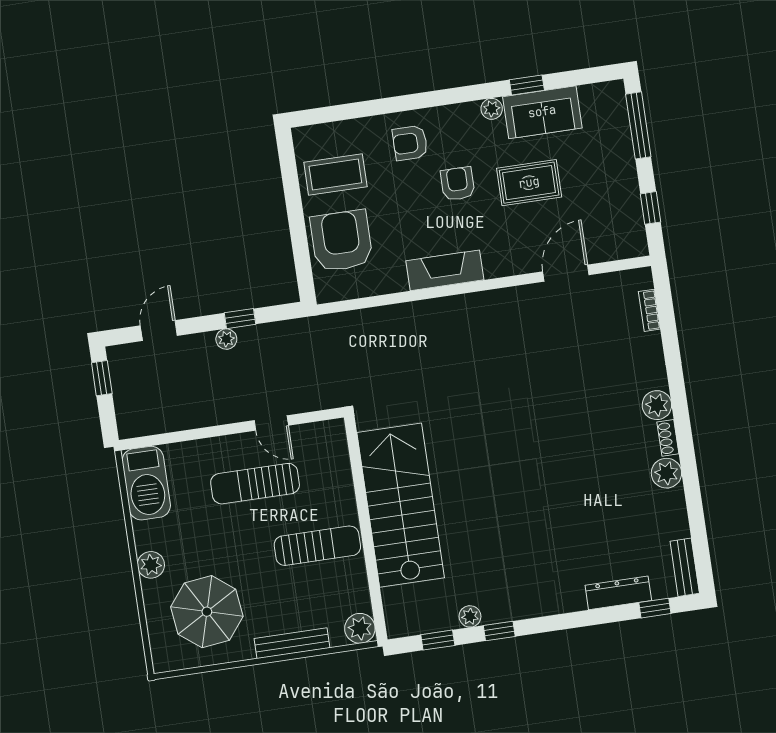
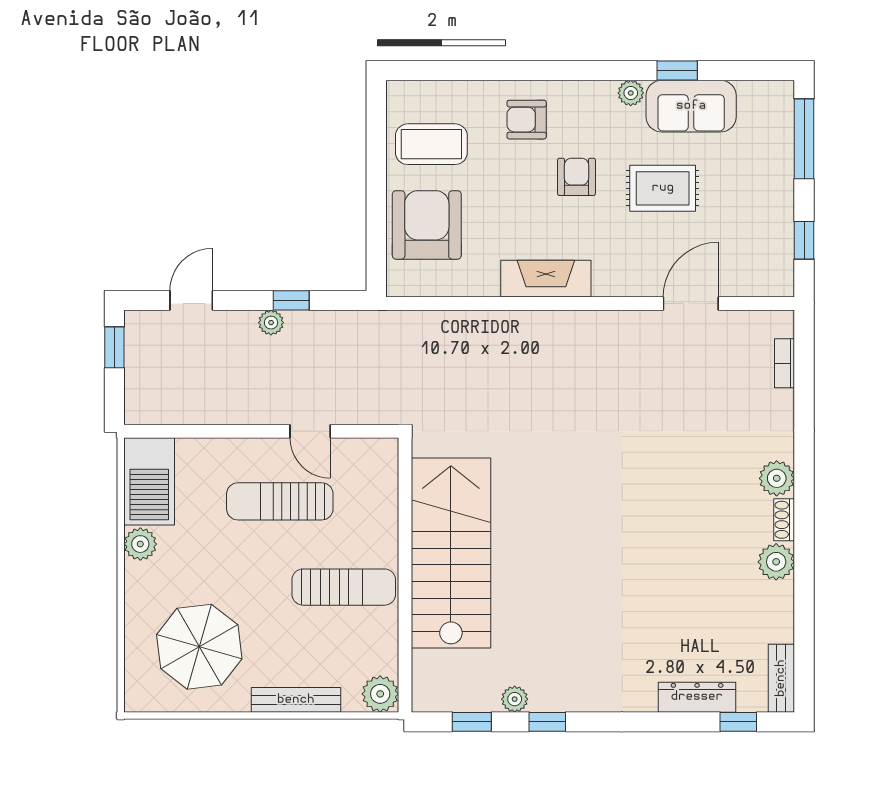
plant: (151, 565) -> (140, 544), moved

